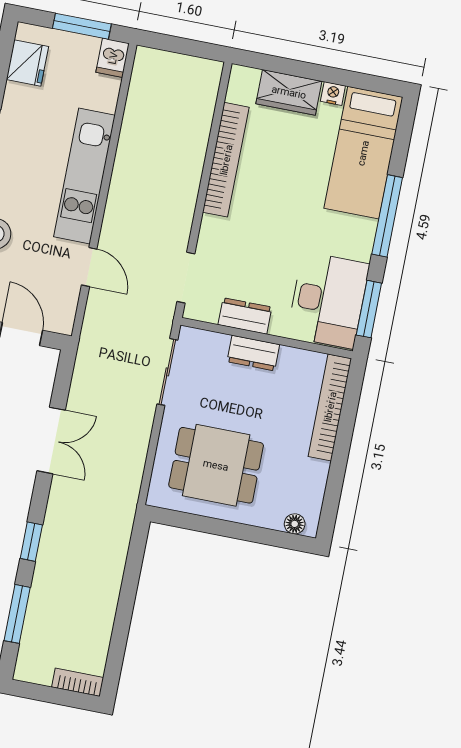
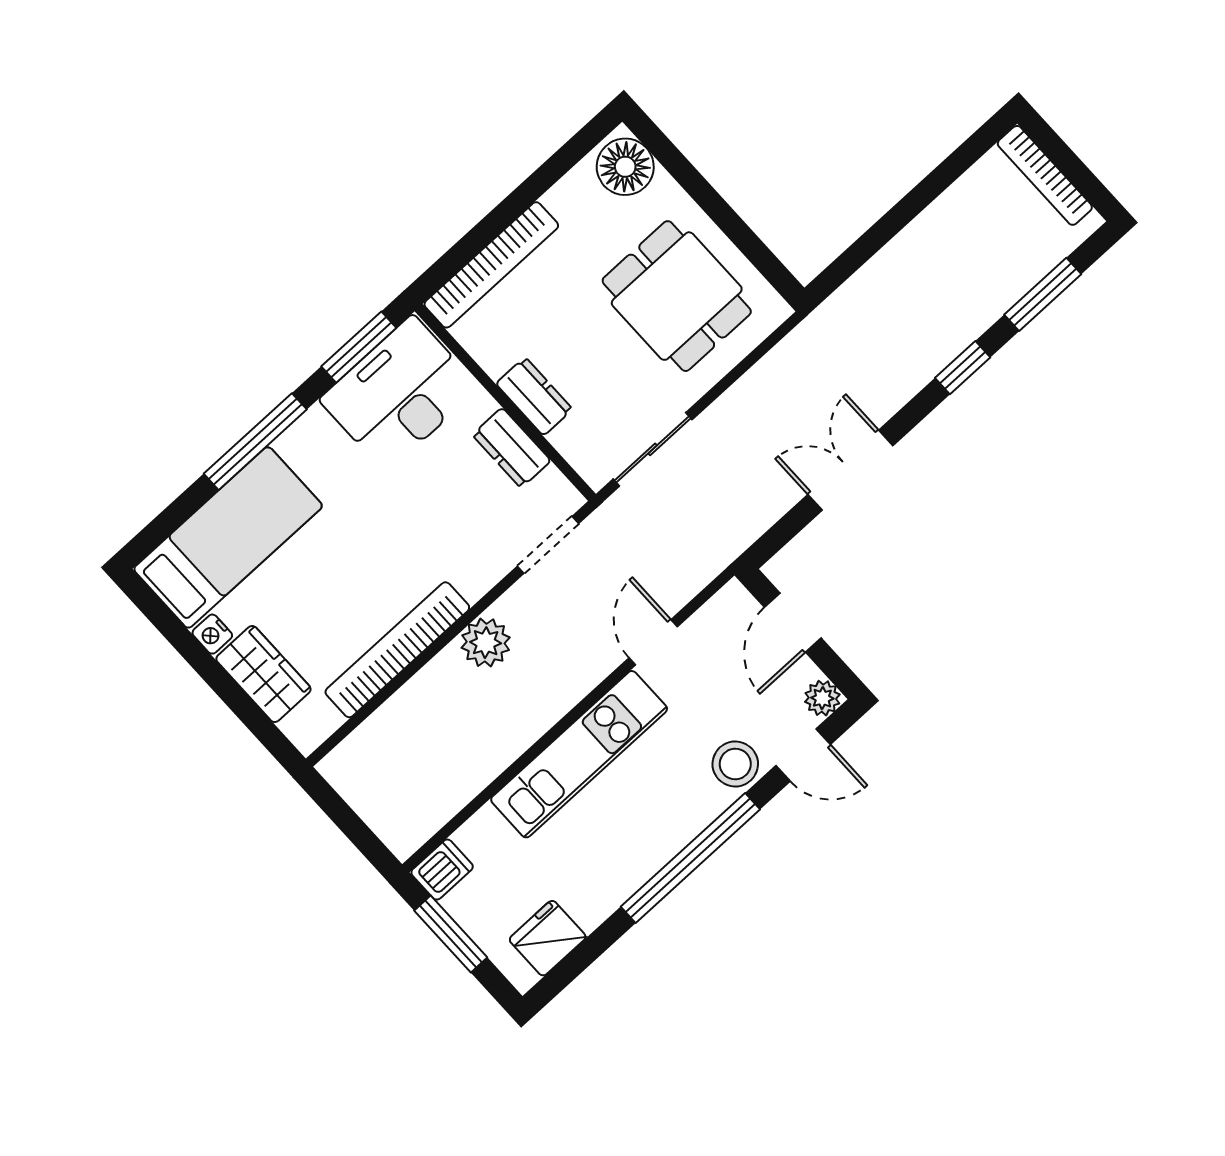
plant: (180, 199) -> (486, 643), added
floor lamp: (295, 524) -> (625, 167), width x1.89, depth x1.89
bookcase: (78, 682) -> (1045, 175), width x1.56

